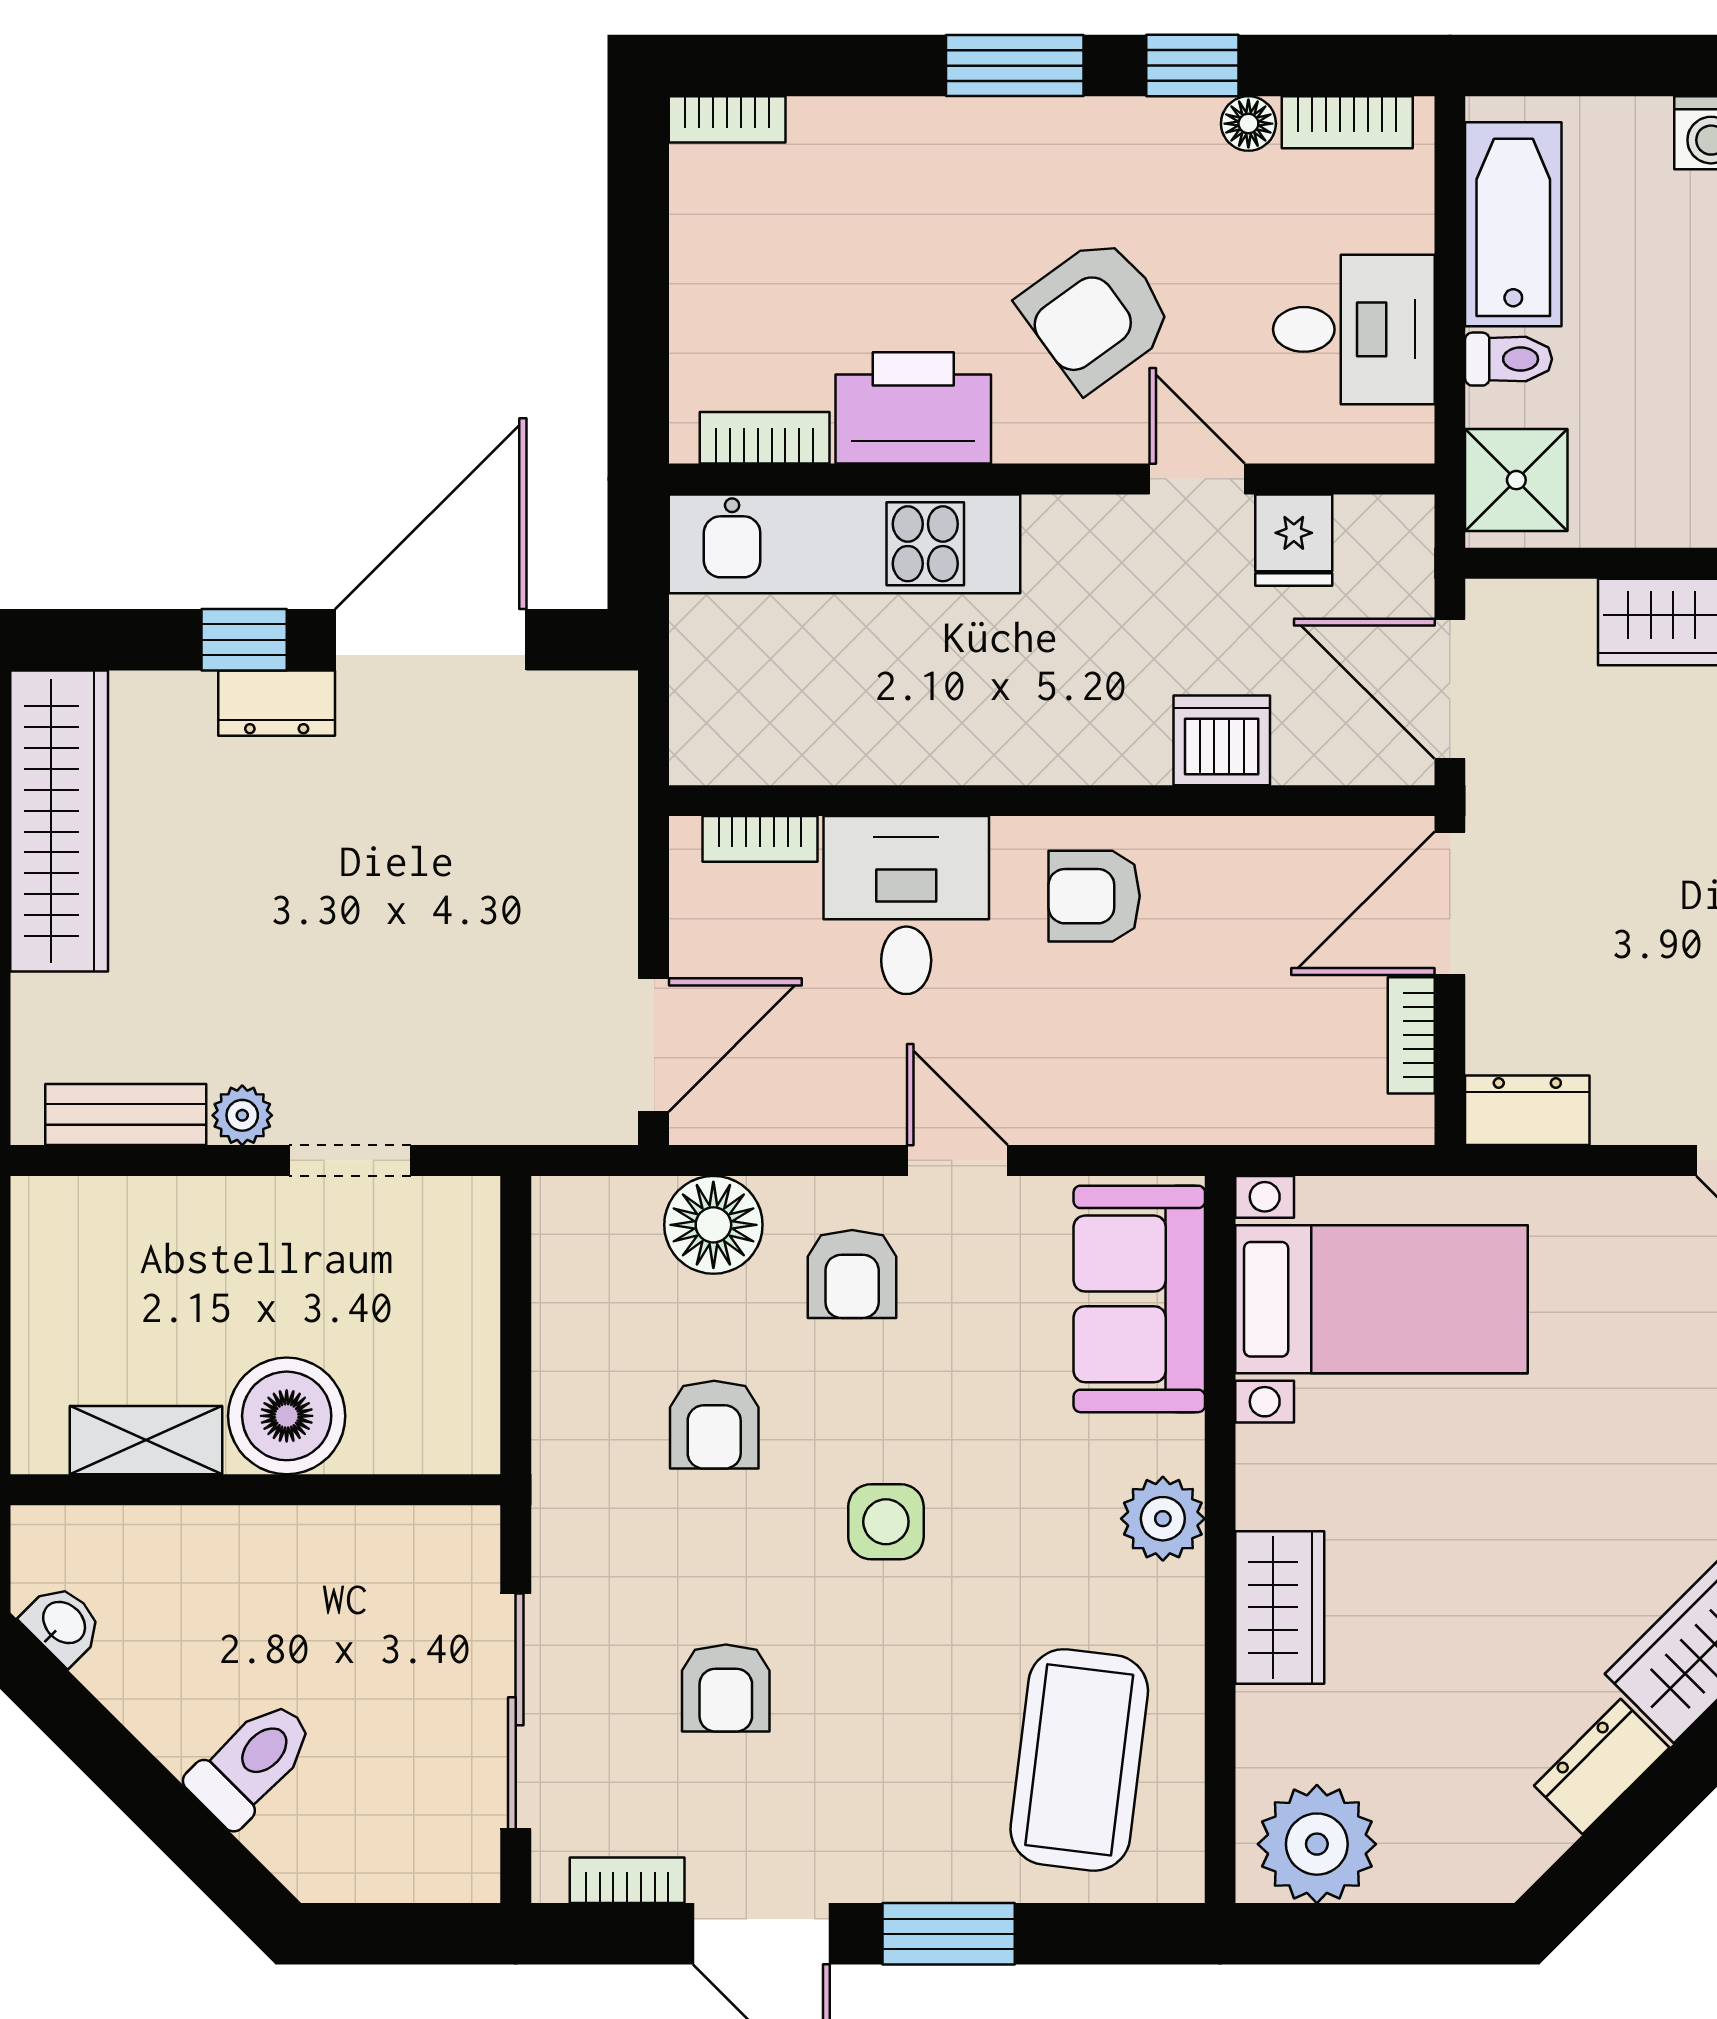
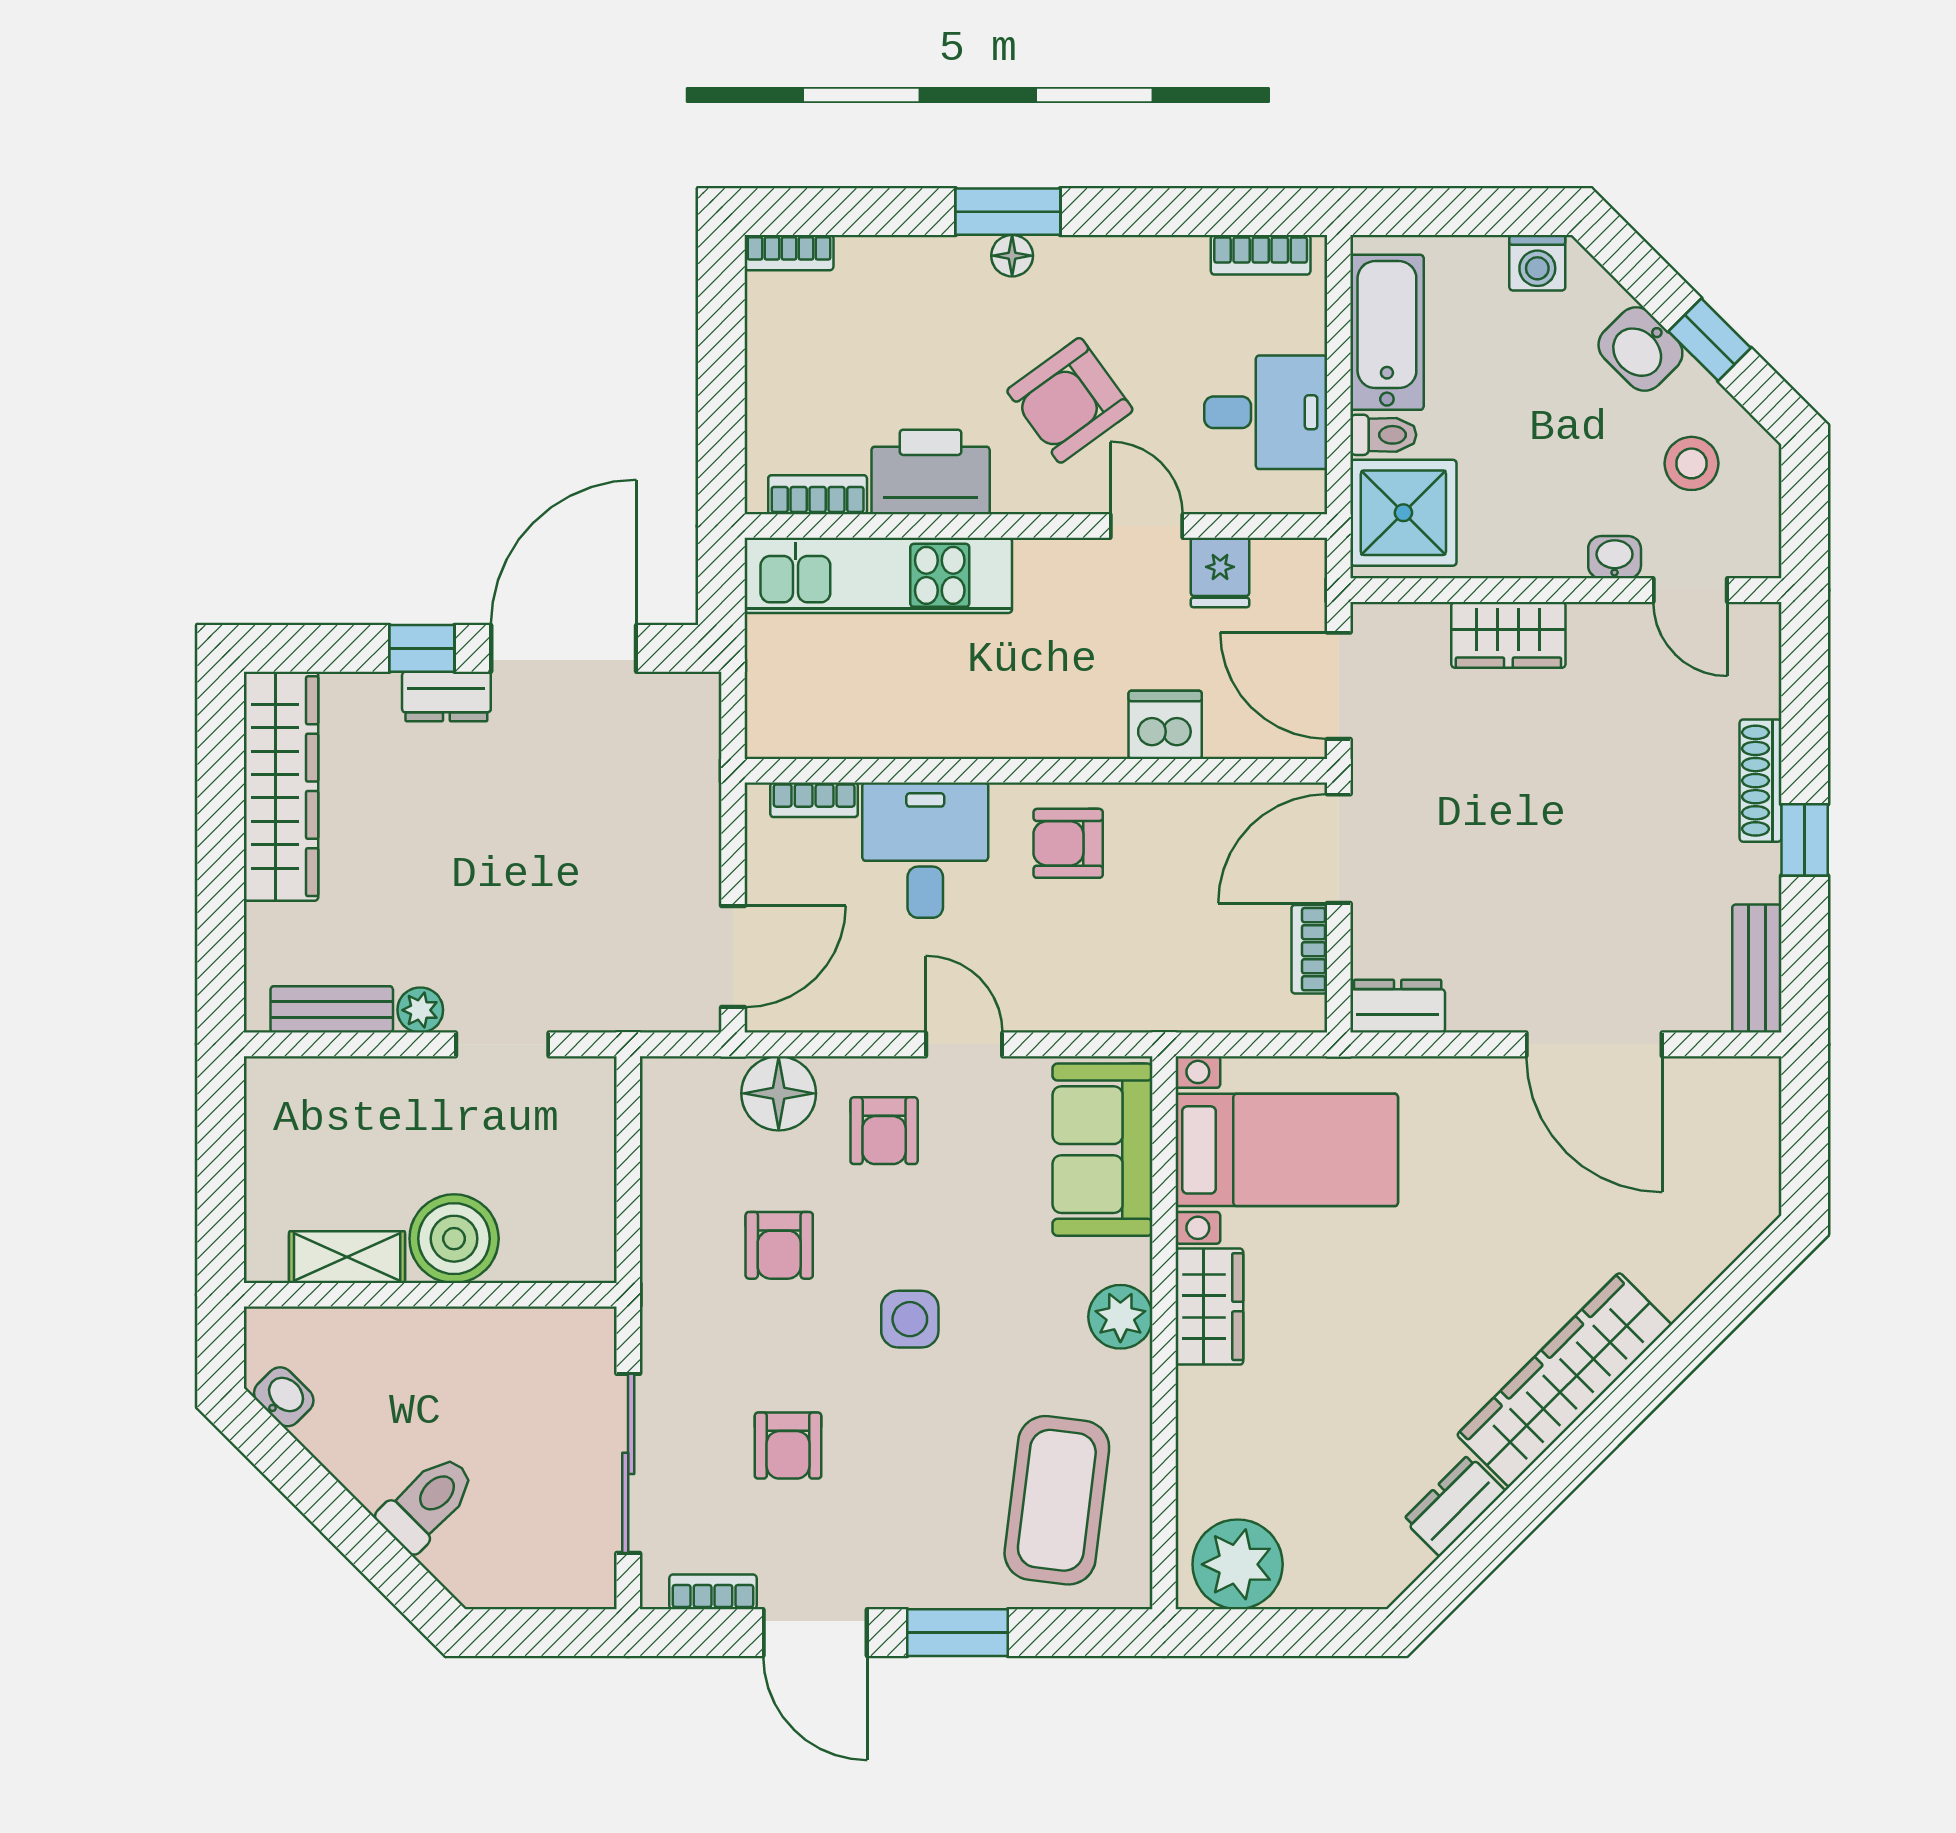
window: (1192, 66) -> (1143, 212), removed
floor lamp: (1248, 124) -> (1012, 256), moved
shower: (1516, 480) -> (1403, 513), width x1.36, depth x1.36
wardrobe: (1280, 1607) -> (1209, 1307), moved

